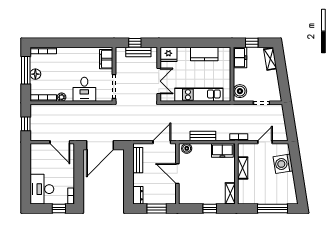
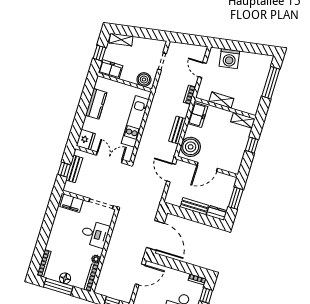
boiler: (187, 148) -> (191, 147), width x1.86, depth x1.86
bench: (138, 160) -> (194, 206), moved

